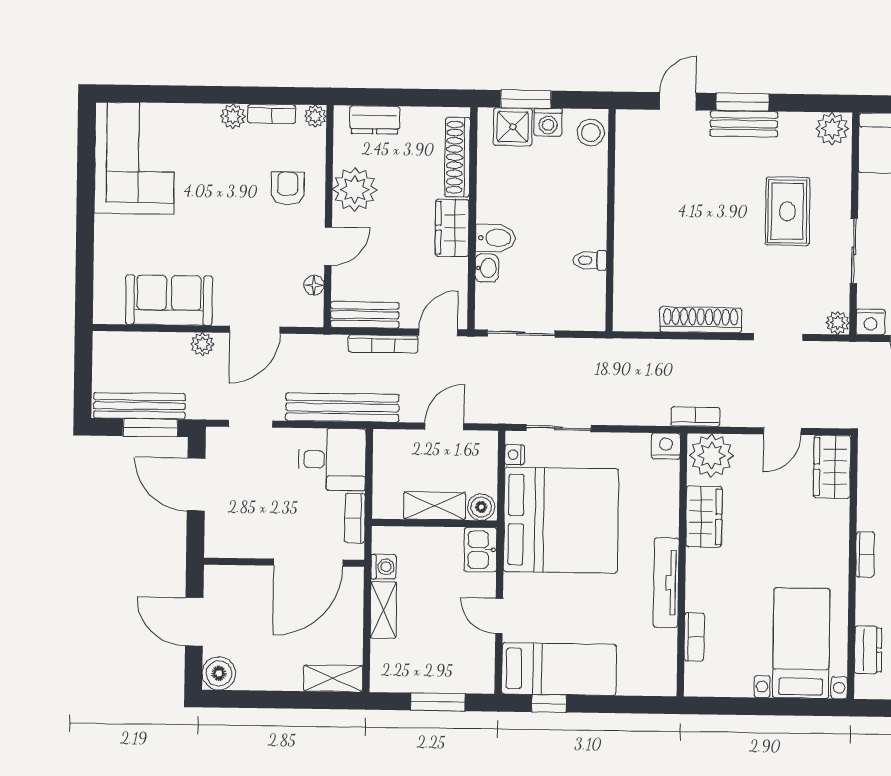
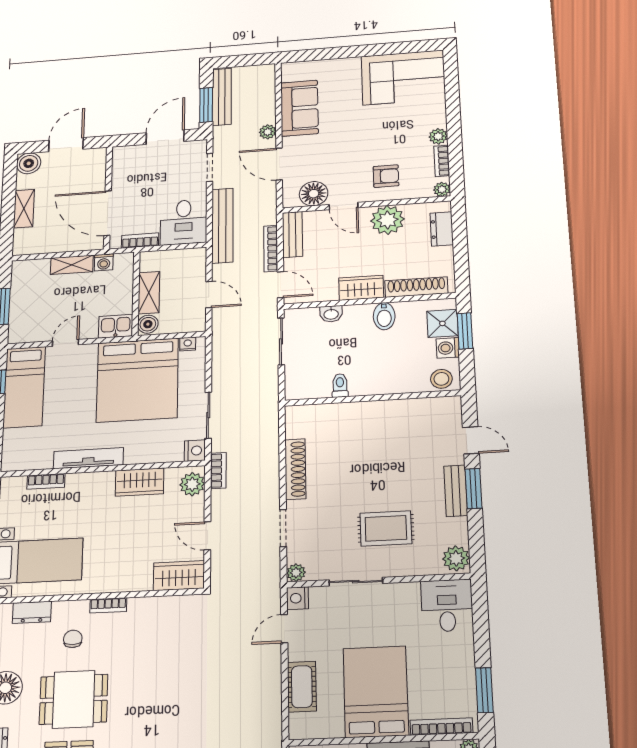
bidet: (495, 238) -> (384, 316), moved
floor lamp: (314, 285) -> (314, 194), width x1.89, depth x1.89
sliding door: (559, 428) -> (208, 415), moved
plant: (712, 456) -> (192, 484), width x0.73, depth x0.73
shelving: (333, 678) -> (24, 209), moved

